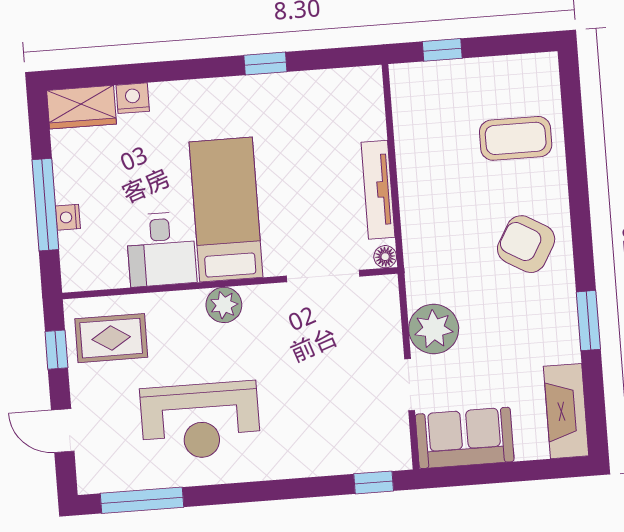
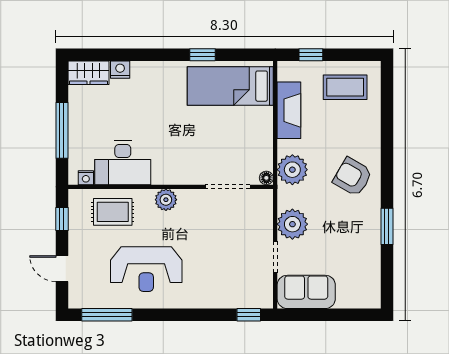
coffee table: (516, 138) -> (345, 87), moved
tv unit: (378, 190) -> (265, 137), removed
bed: (226, 210) -> (230, 86), moved, turned -90
nightstand: (68, 217) -> (86, 178), moved, turned -90
plant: (427, 240) -> (292, 170), added
desk: (161, 249) -> (123, 163), width x1.37
rug: (111, 338) -> (113, 212), moved
fireplace: (566, 411) -> (289, 110), moved, turned 180

